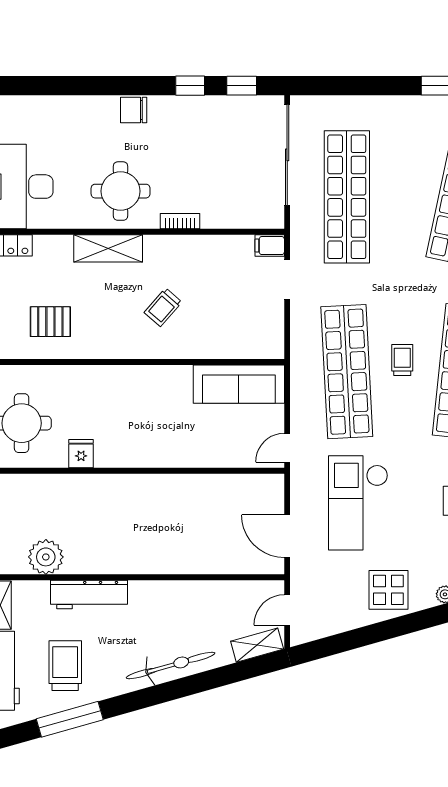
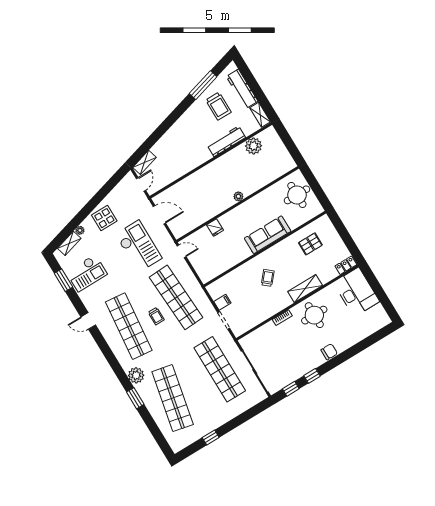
filing cabinet: (270, 246) -> (222, 302), moved
sofa: (239, 384) -> (268, 235), moved
door: (287, 448) -> (182, 251), hinge flipped
fridge: (81, 454) -> (215, 228), moved
plant: (127, 484) -> (238, 196), added
bicycle: (171, 665) -> (175, 132), removed

